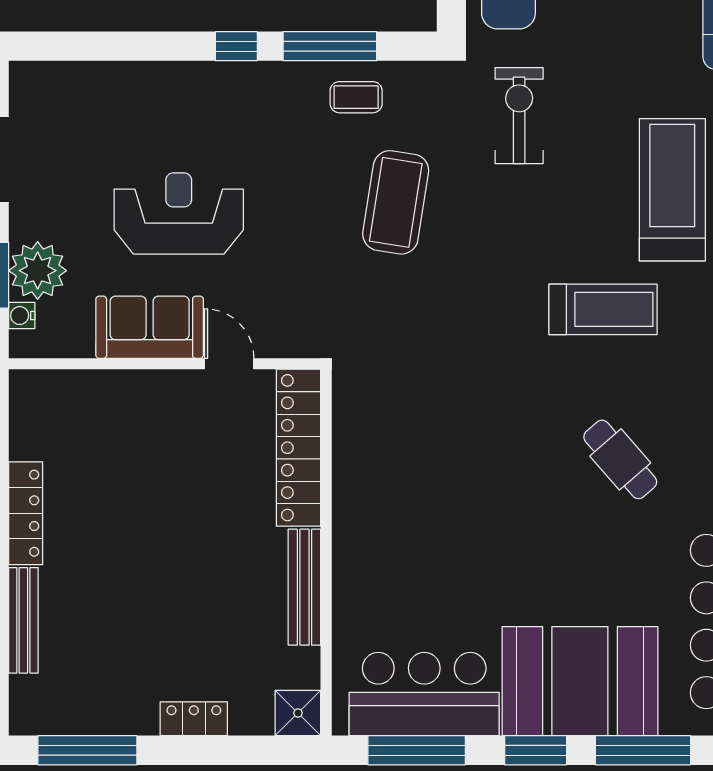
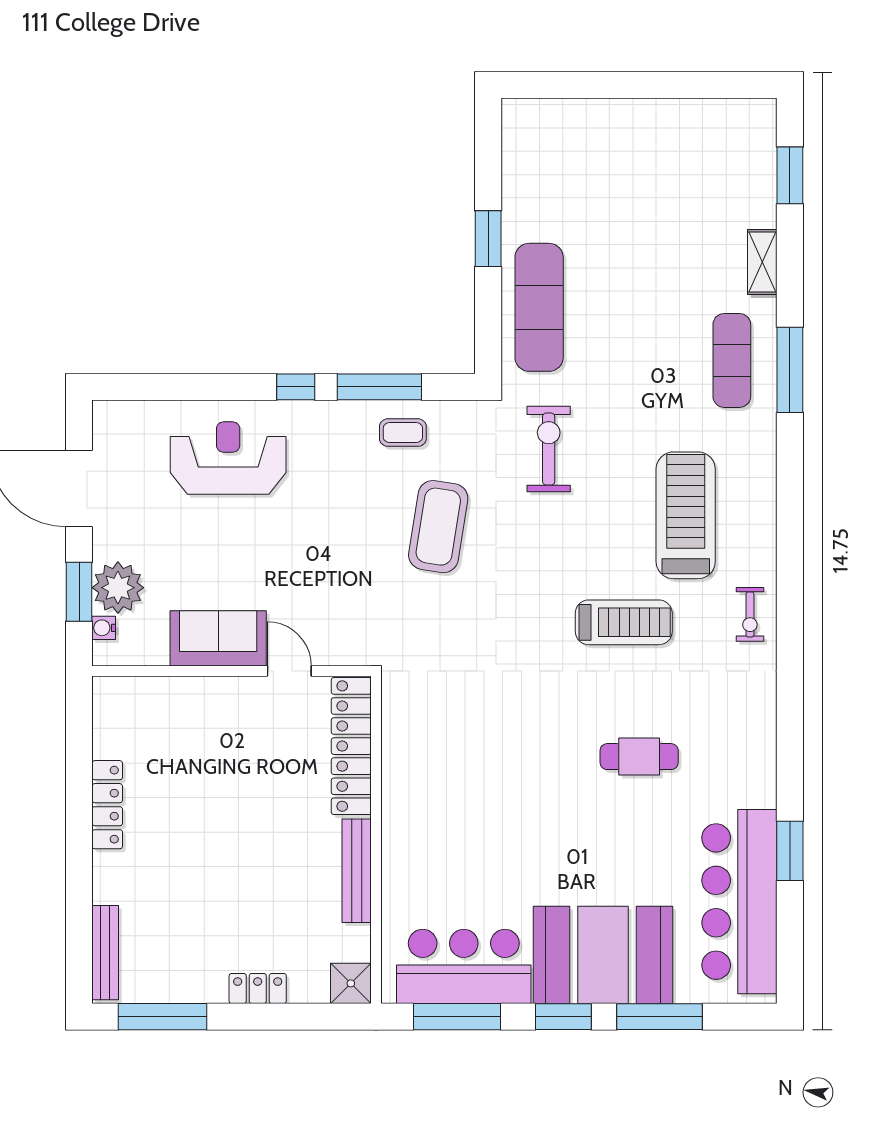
reception desk: (179, 213) -> (228, 458), moved
cafe table: (620, 459) -> (639, 757), turned -49
bench: (23, 620) -> (105, 953), moved

